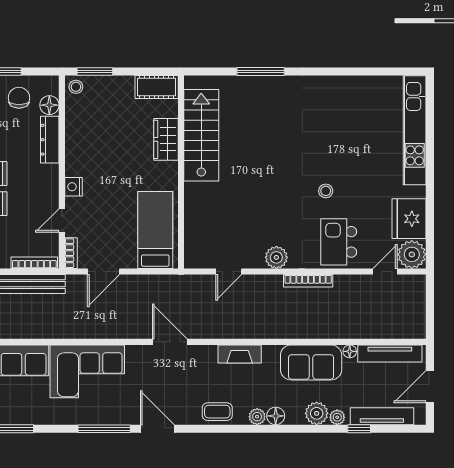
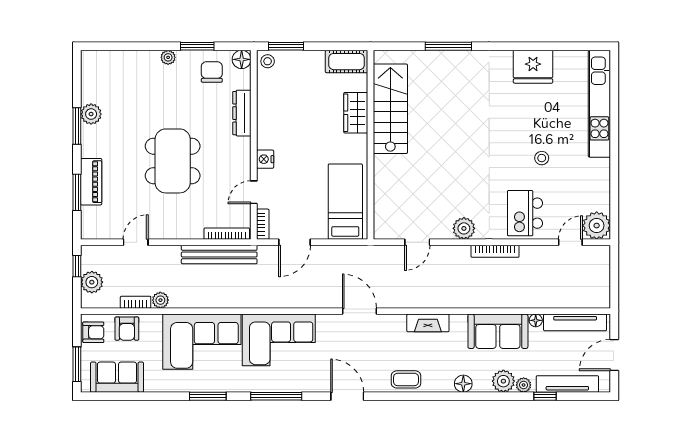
floor lamp: (49, 105) -> (242, 59), moved
stool: (326, 191) -> (542, 158), moved
fridge: (409, 219) -> (533, 67), moved, turned -90
plant: (257, 417) -> (445, 384), removed
window: (104, 429) -> (276, 396), moved

